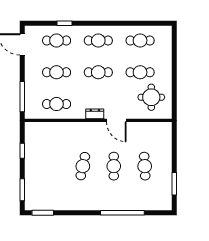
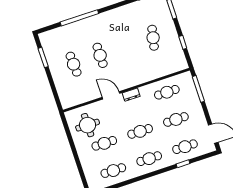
cafe table: (83, 166) -> (153, 38), moved

